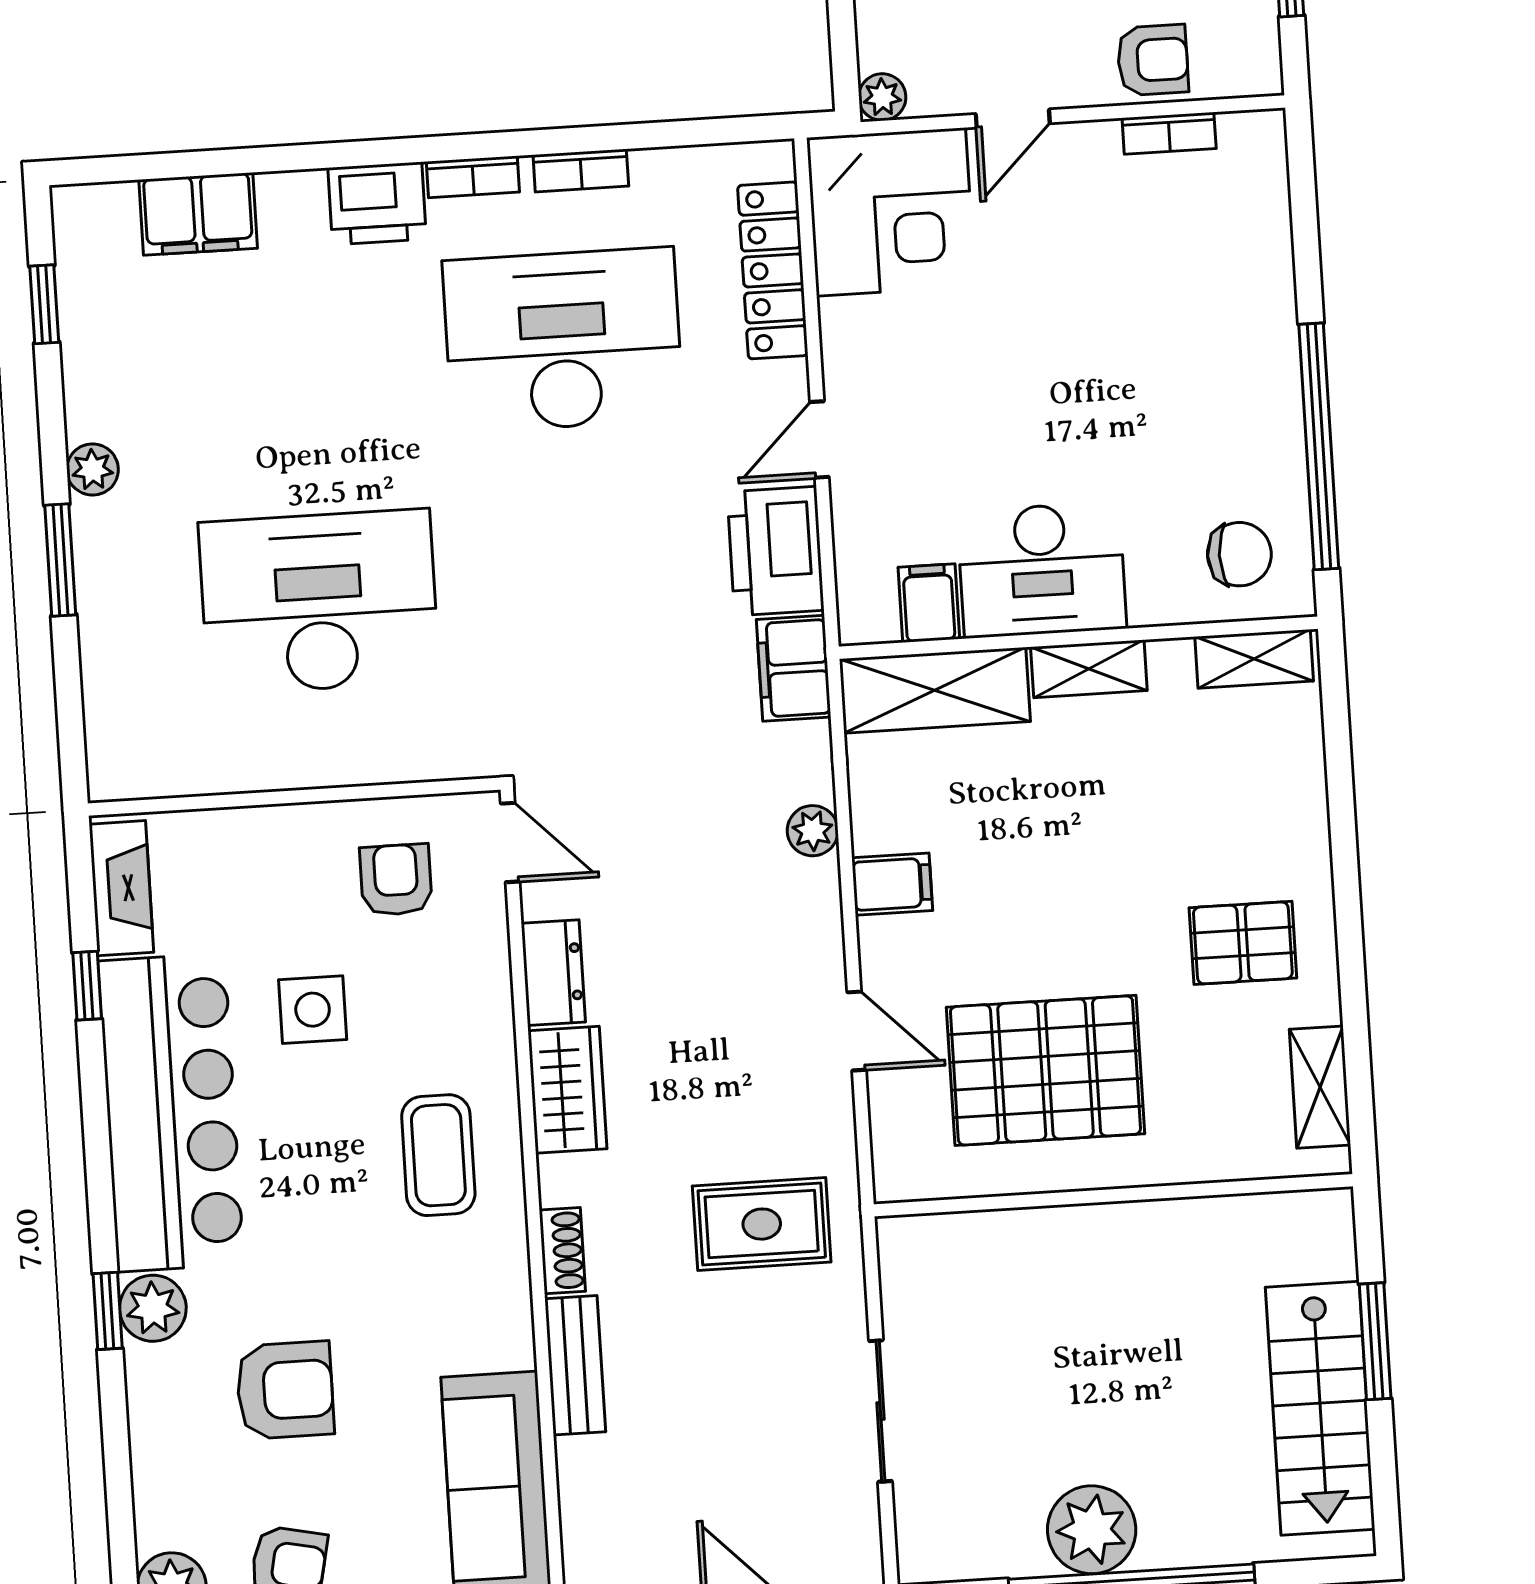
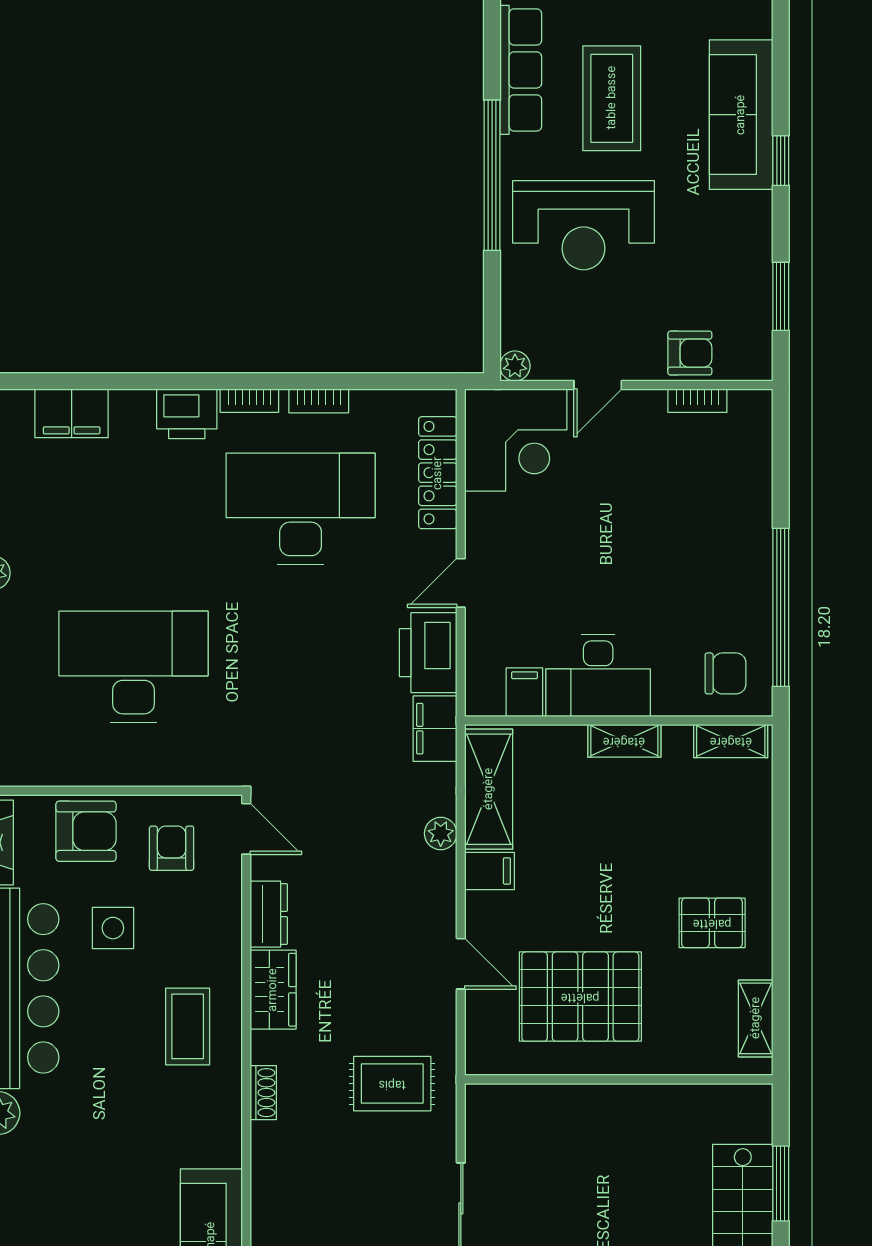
shelving: (935, 690) -> (489, 789), moved, turned 90
bench: (575, 1365) -> (267, 1167), removed
armchair: (285, 1390) -> (86, 831), moved

